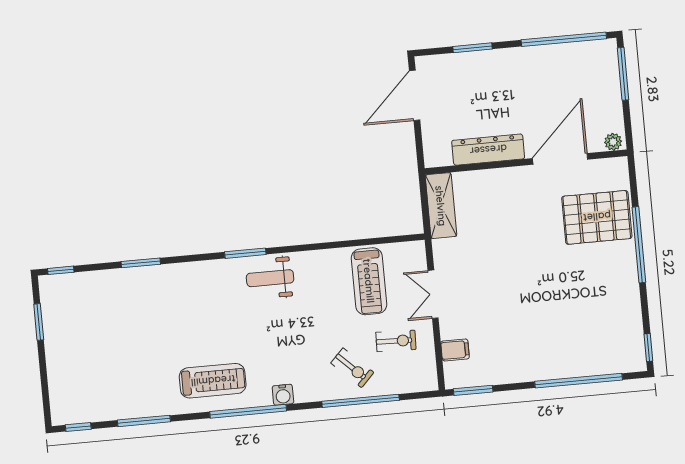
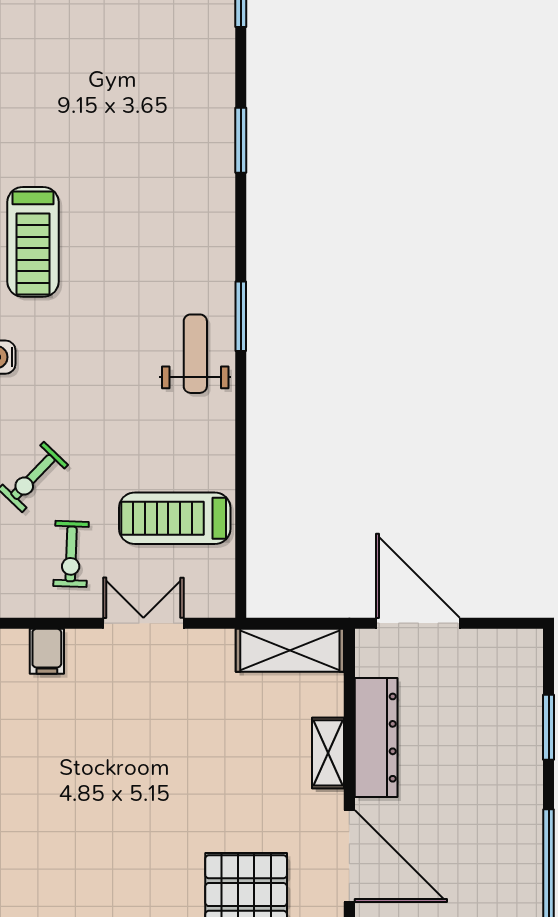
door: (415, 95) -> (418, 623), moved
shelving: (500, 177) -> (328, 753), added

